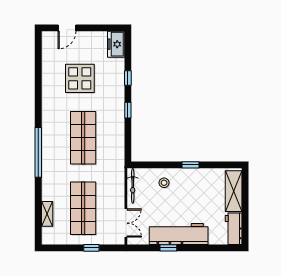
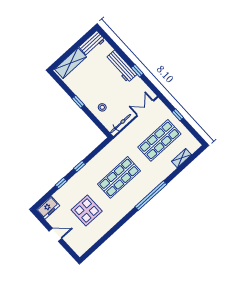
door: (67, 28) -> (55, 235), moved
workbench: (179, 234) -> (121, 66), width x0.73, depth x0.76

